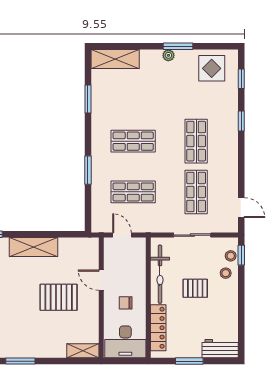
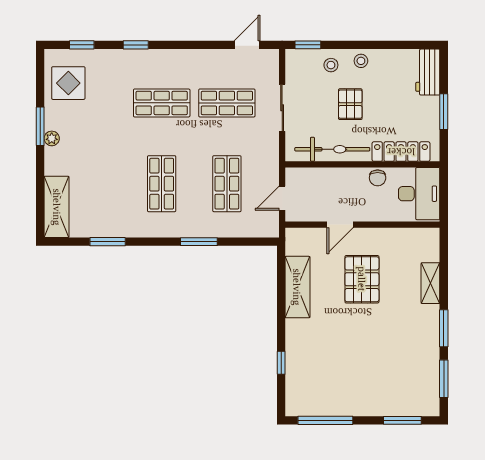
shelving: (34, 247) -> (297, 287), moved
stool: (231, 256) -> (361, 61), moved
chair: (126, 303) -> (378, 178), moved
shelving: (83, 351) -> (430, 283), moved

